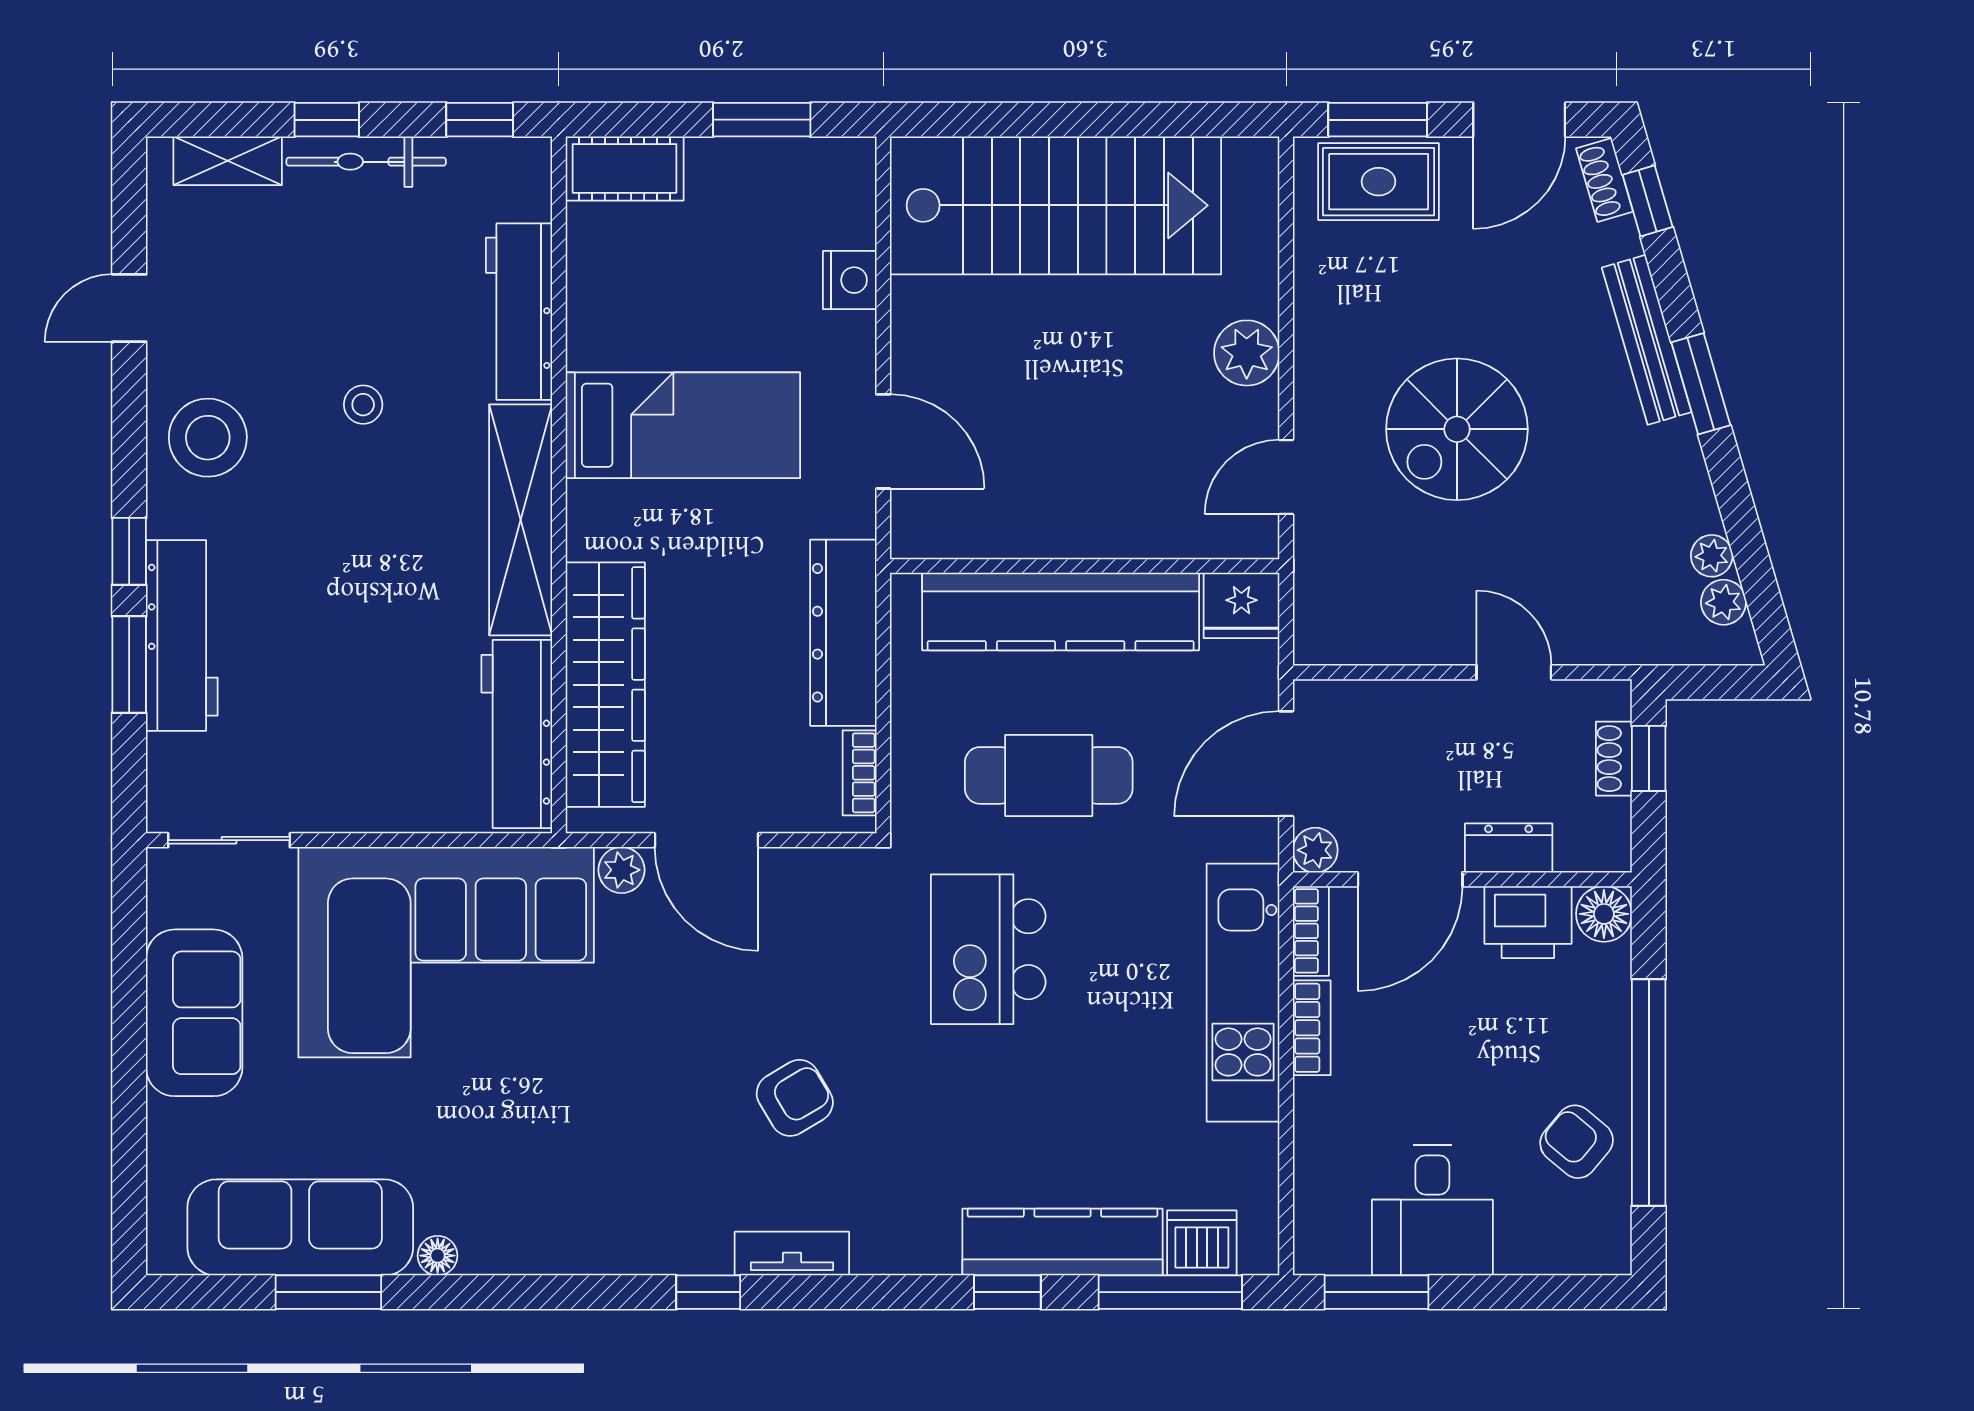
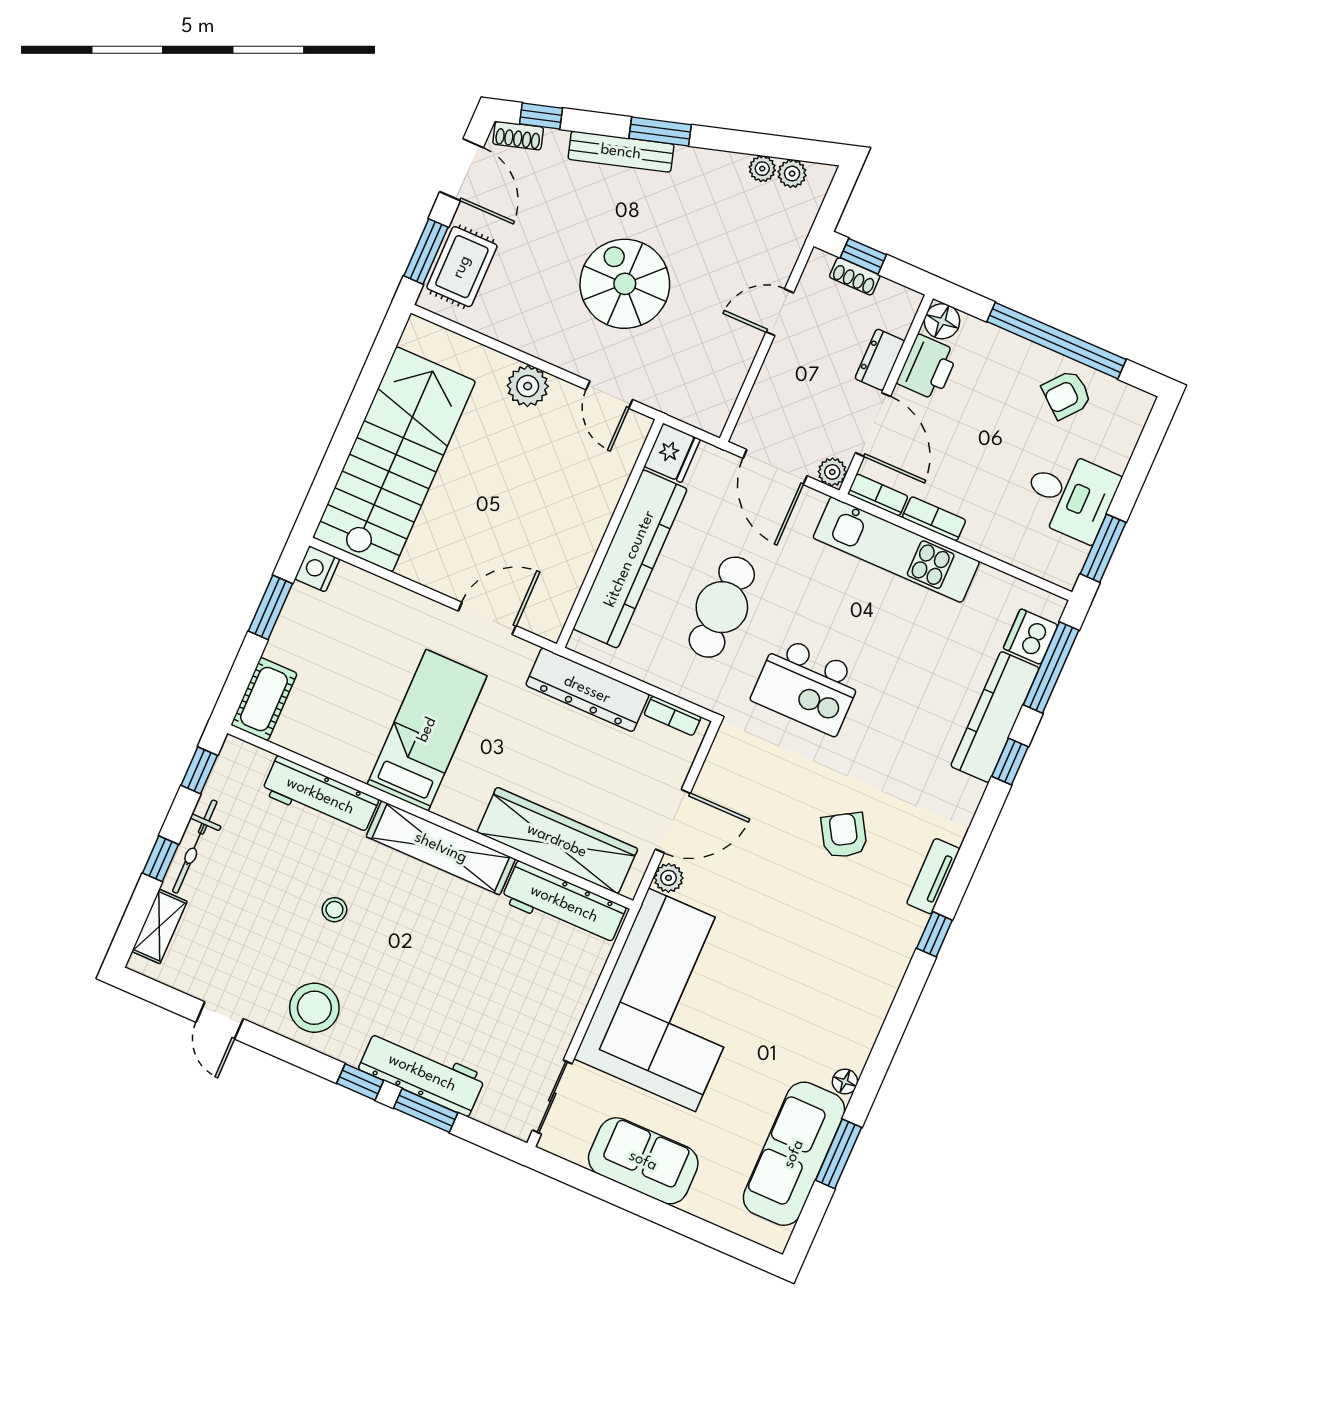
nightstand: (850, 280) -> (317, 569), moved, turned -90
spiral stairs: (1457, 429) -> (625, 284), turned 180

